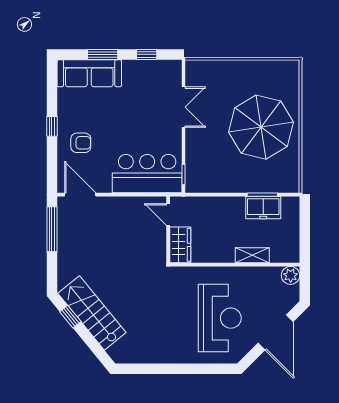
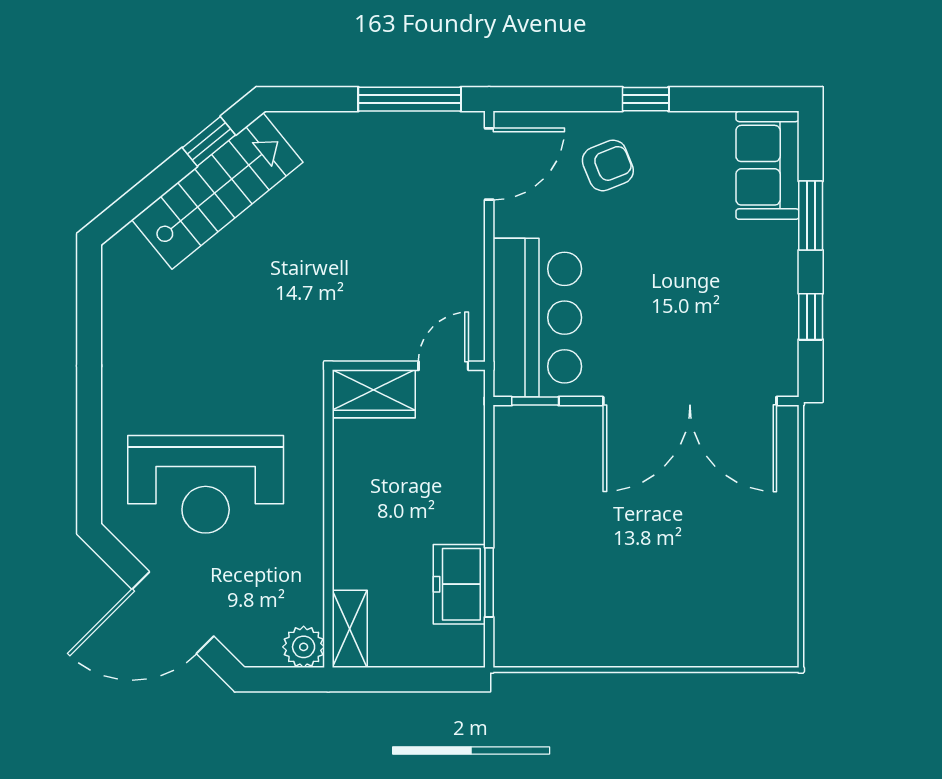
sofa: (89, 73) -> (767, 165), width x0.73
double door: (183, 107) -> (690, 401), width x1.87
parasol: (261, 127) -> (644, 579), removed
armchair: (81, 143) -> (608, 165), turned -112
shelving: (252, 255) -> (350, 629), moved

